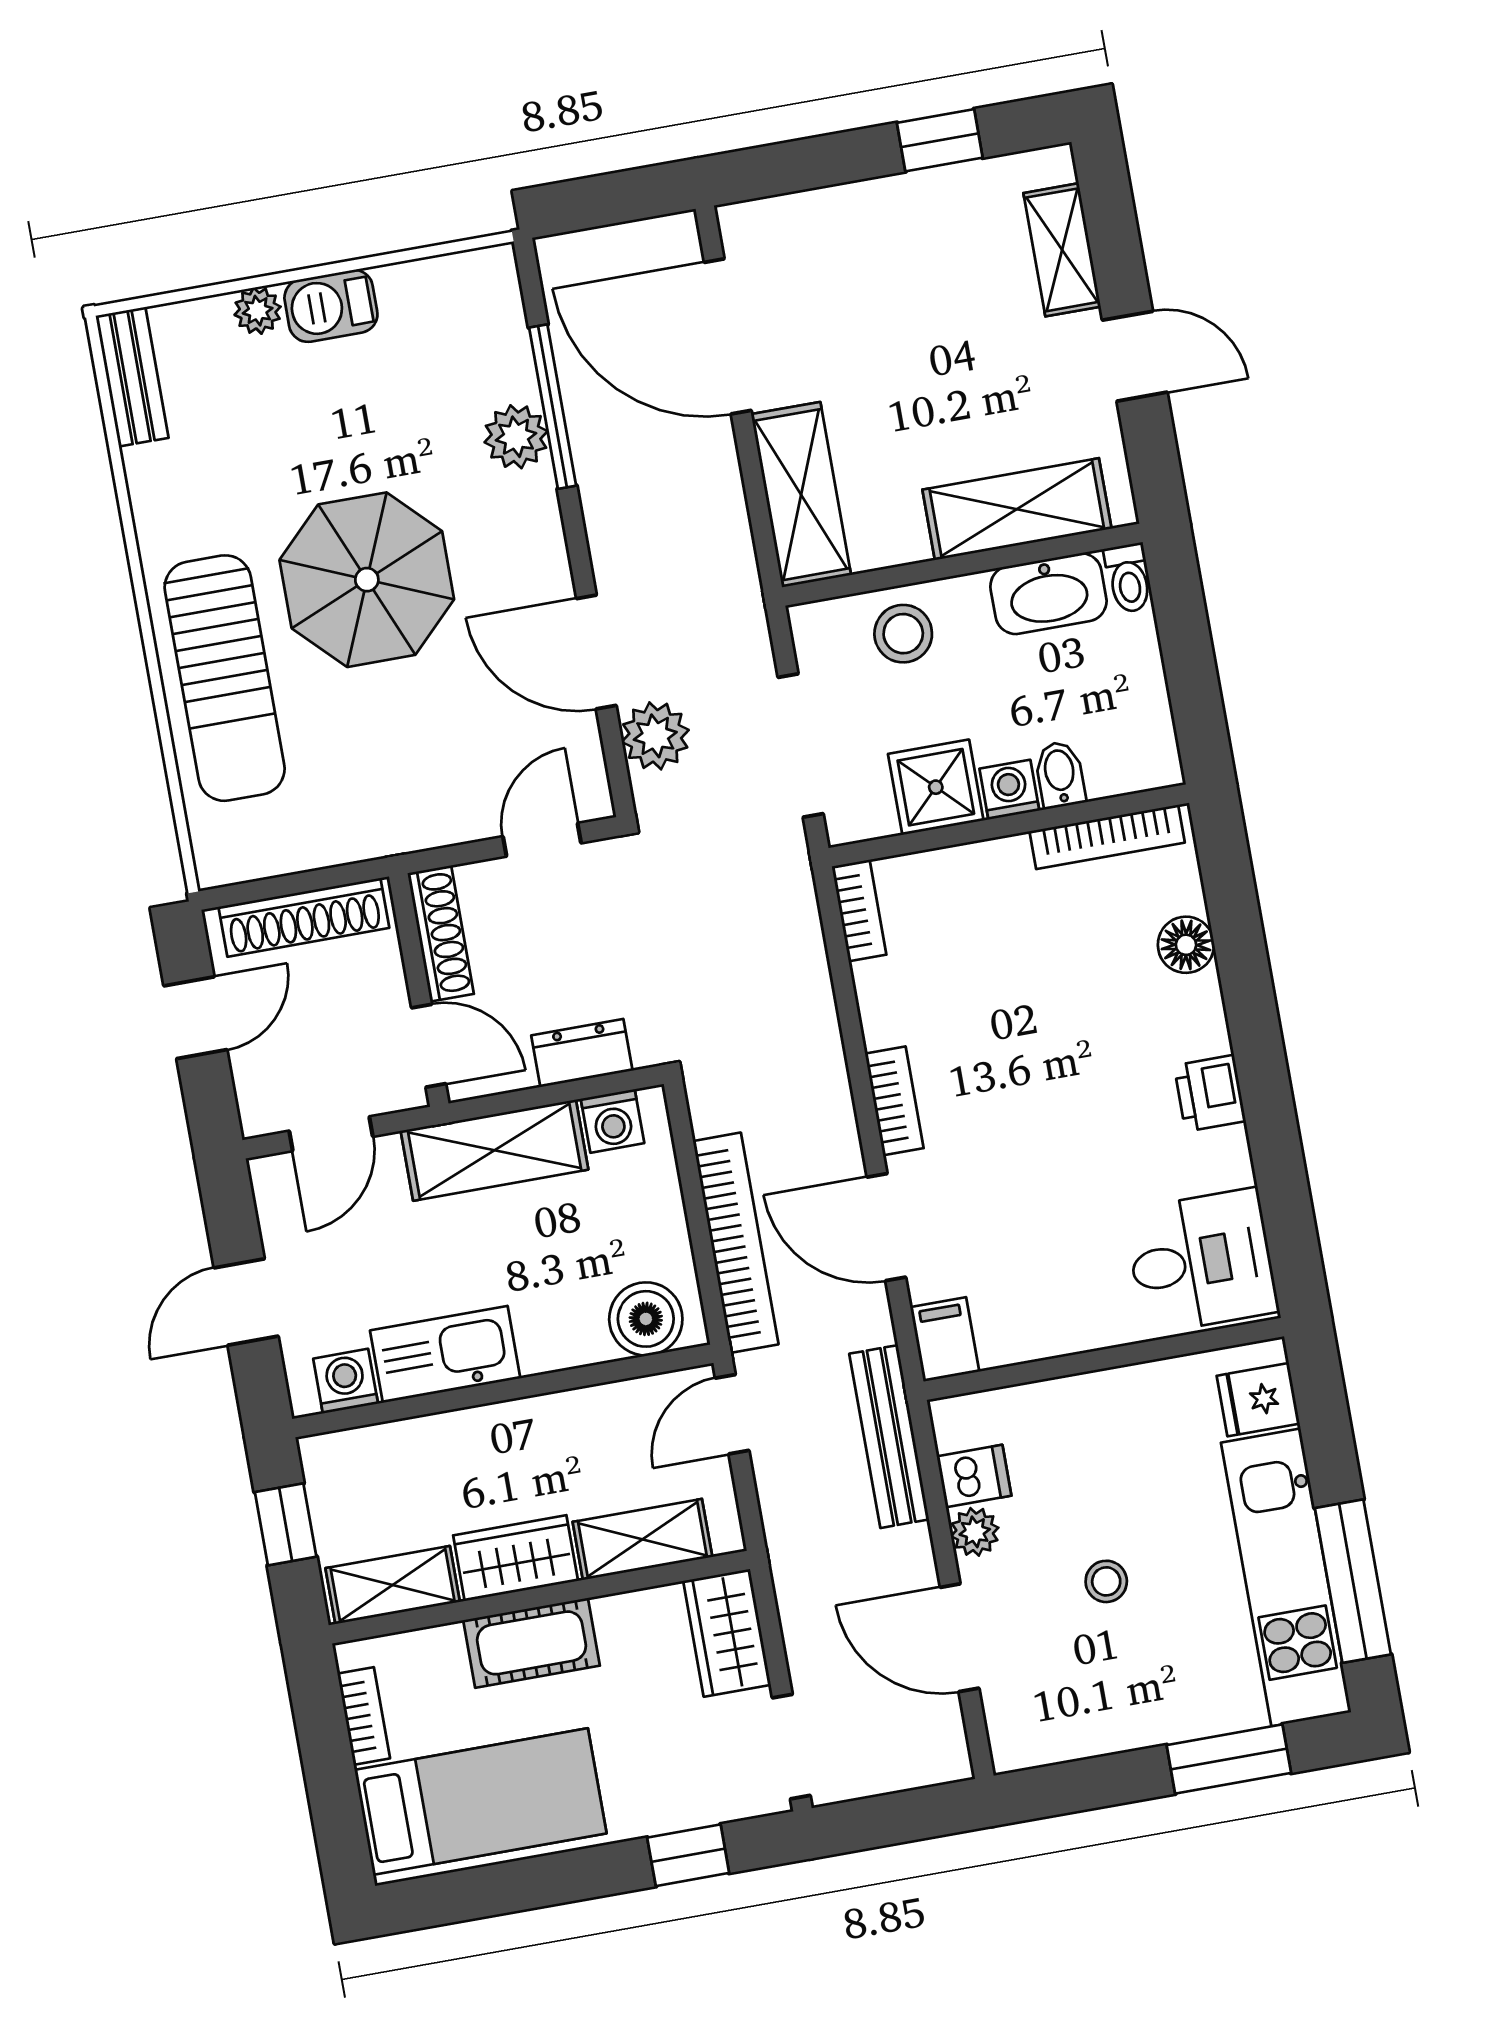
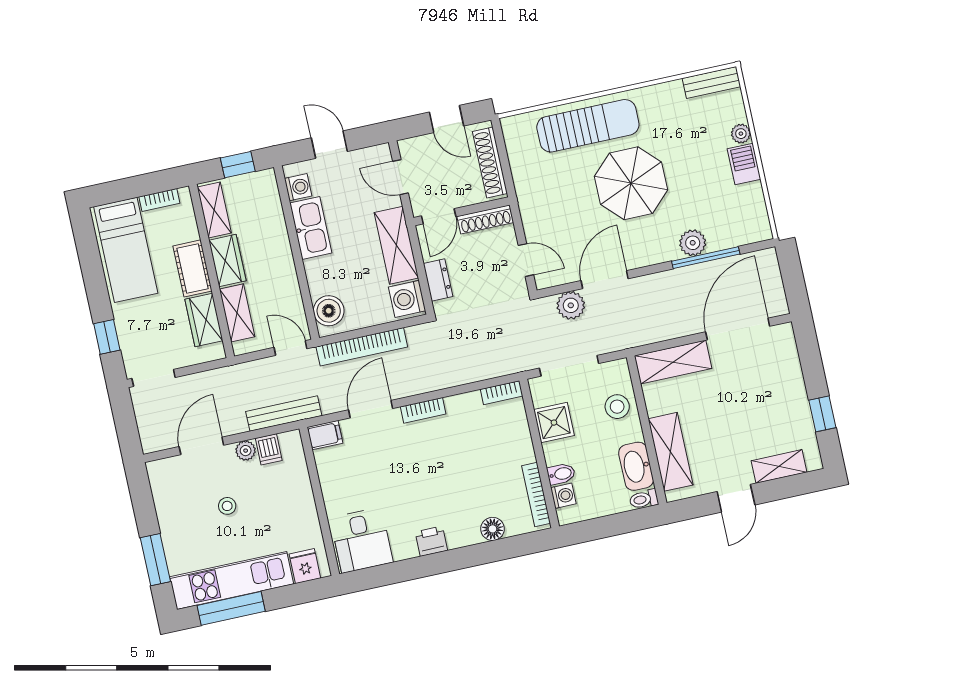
sun lounger: (225, 678) -> (588, 126), turned 180
washing machine: (1009, 790) -> (563, 496), moved
washing machine: (612, 1121) -> (407, 299), width x1.38, depth x1.38
wardrobe: (727, 1633) -> (204, 320), moved, turned -90

